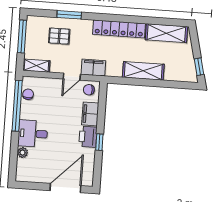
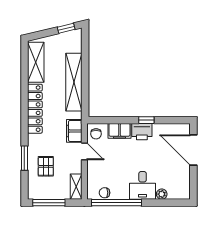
shelving: (143, 71) -> (74, 82), width x1.47

